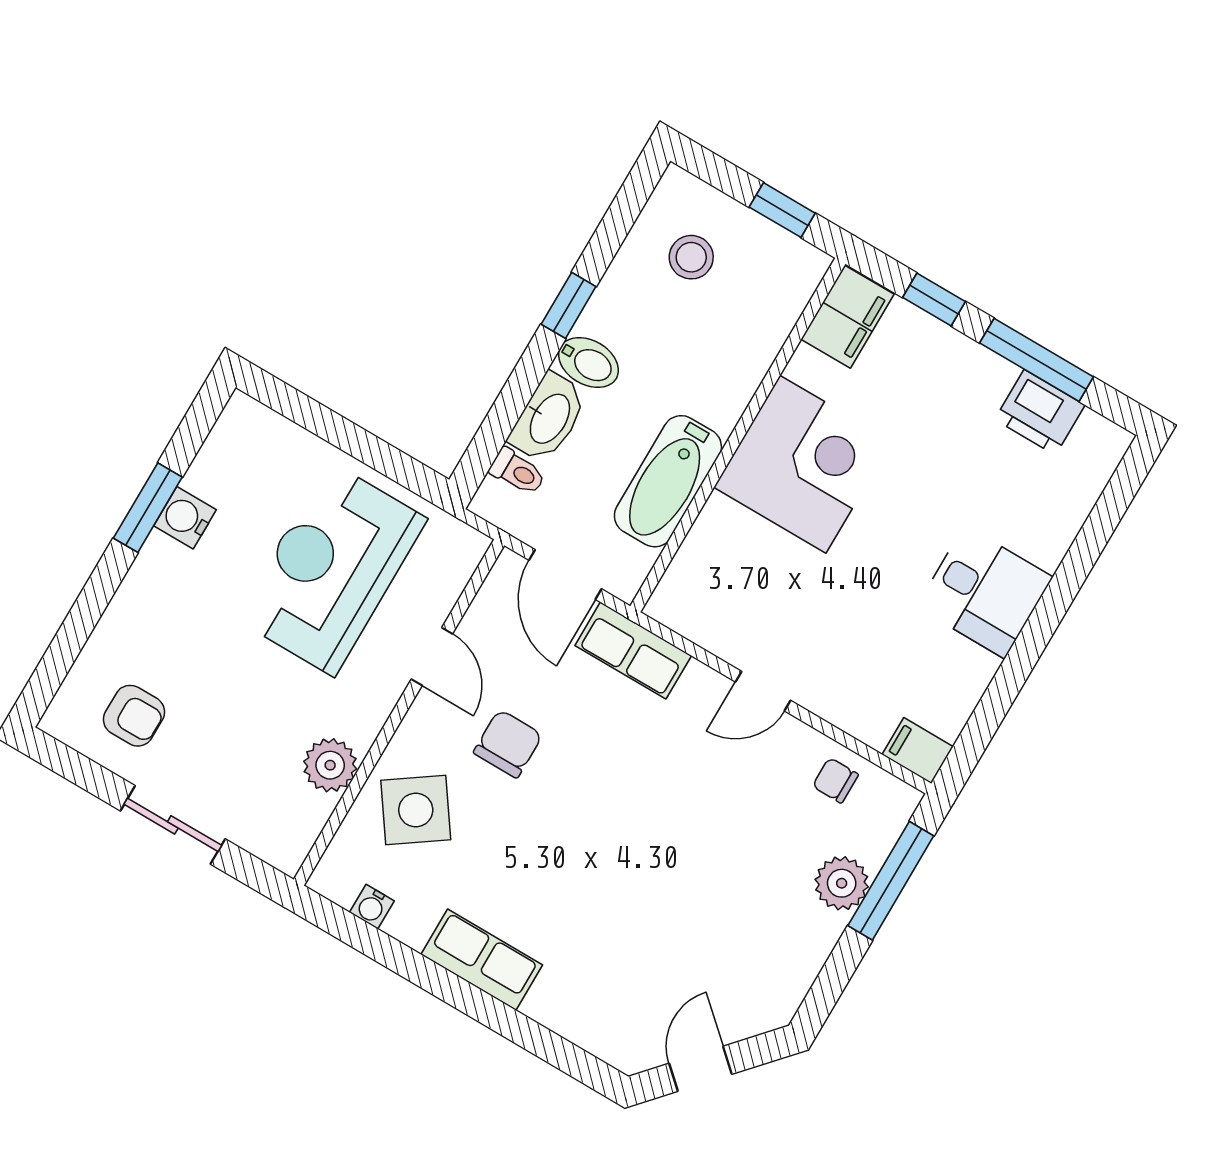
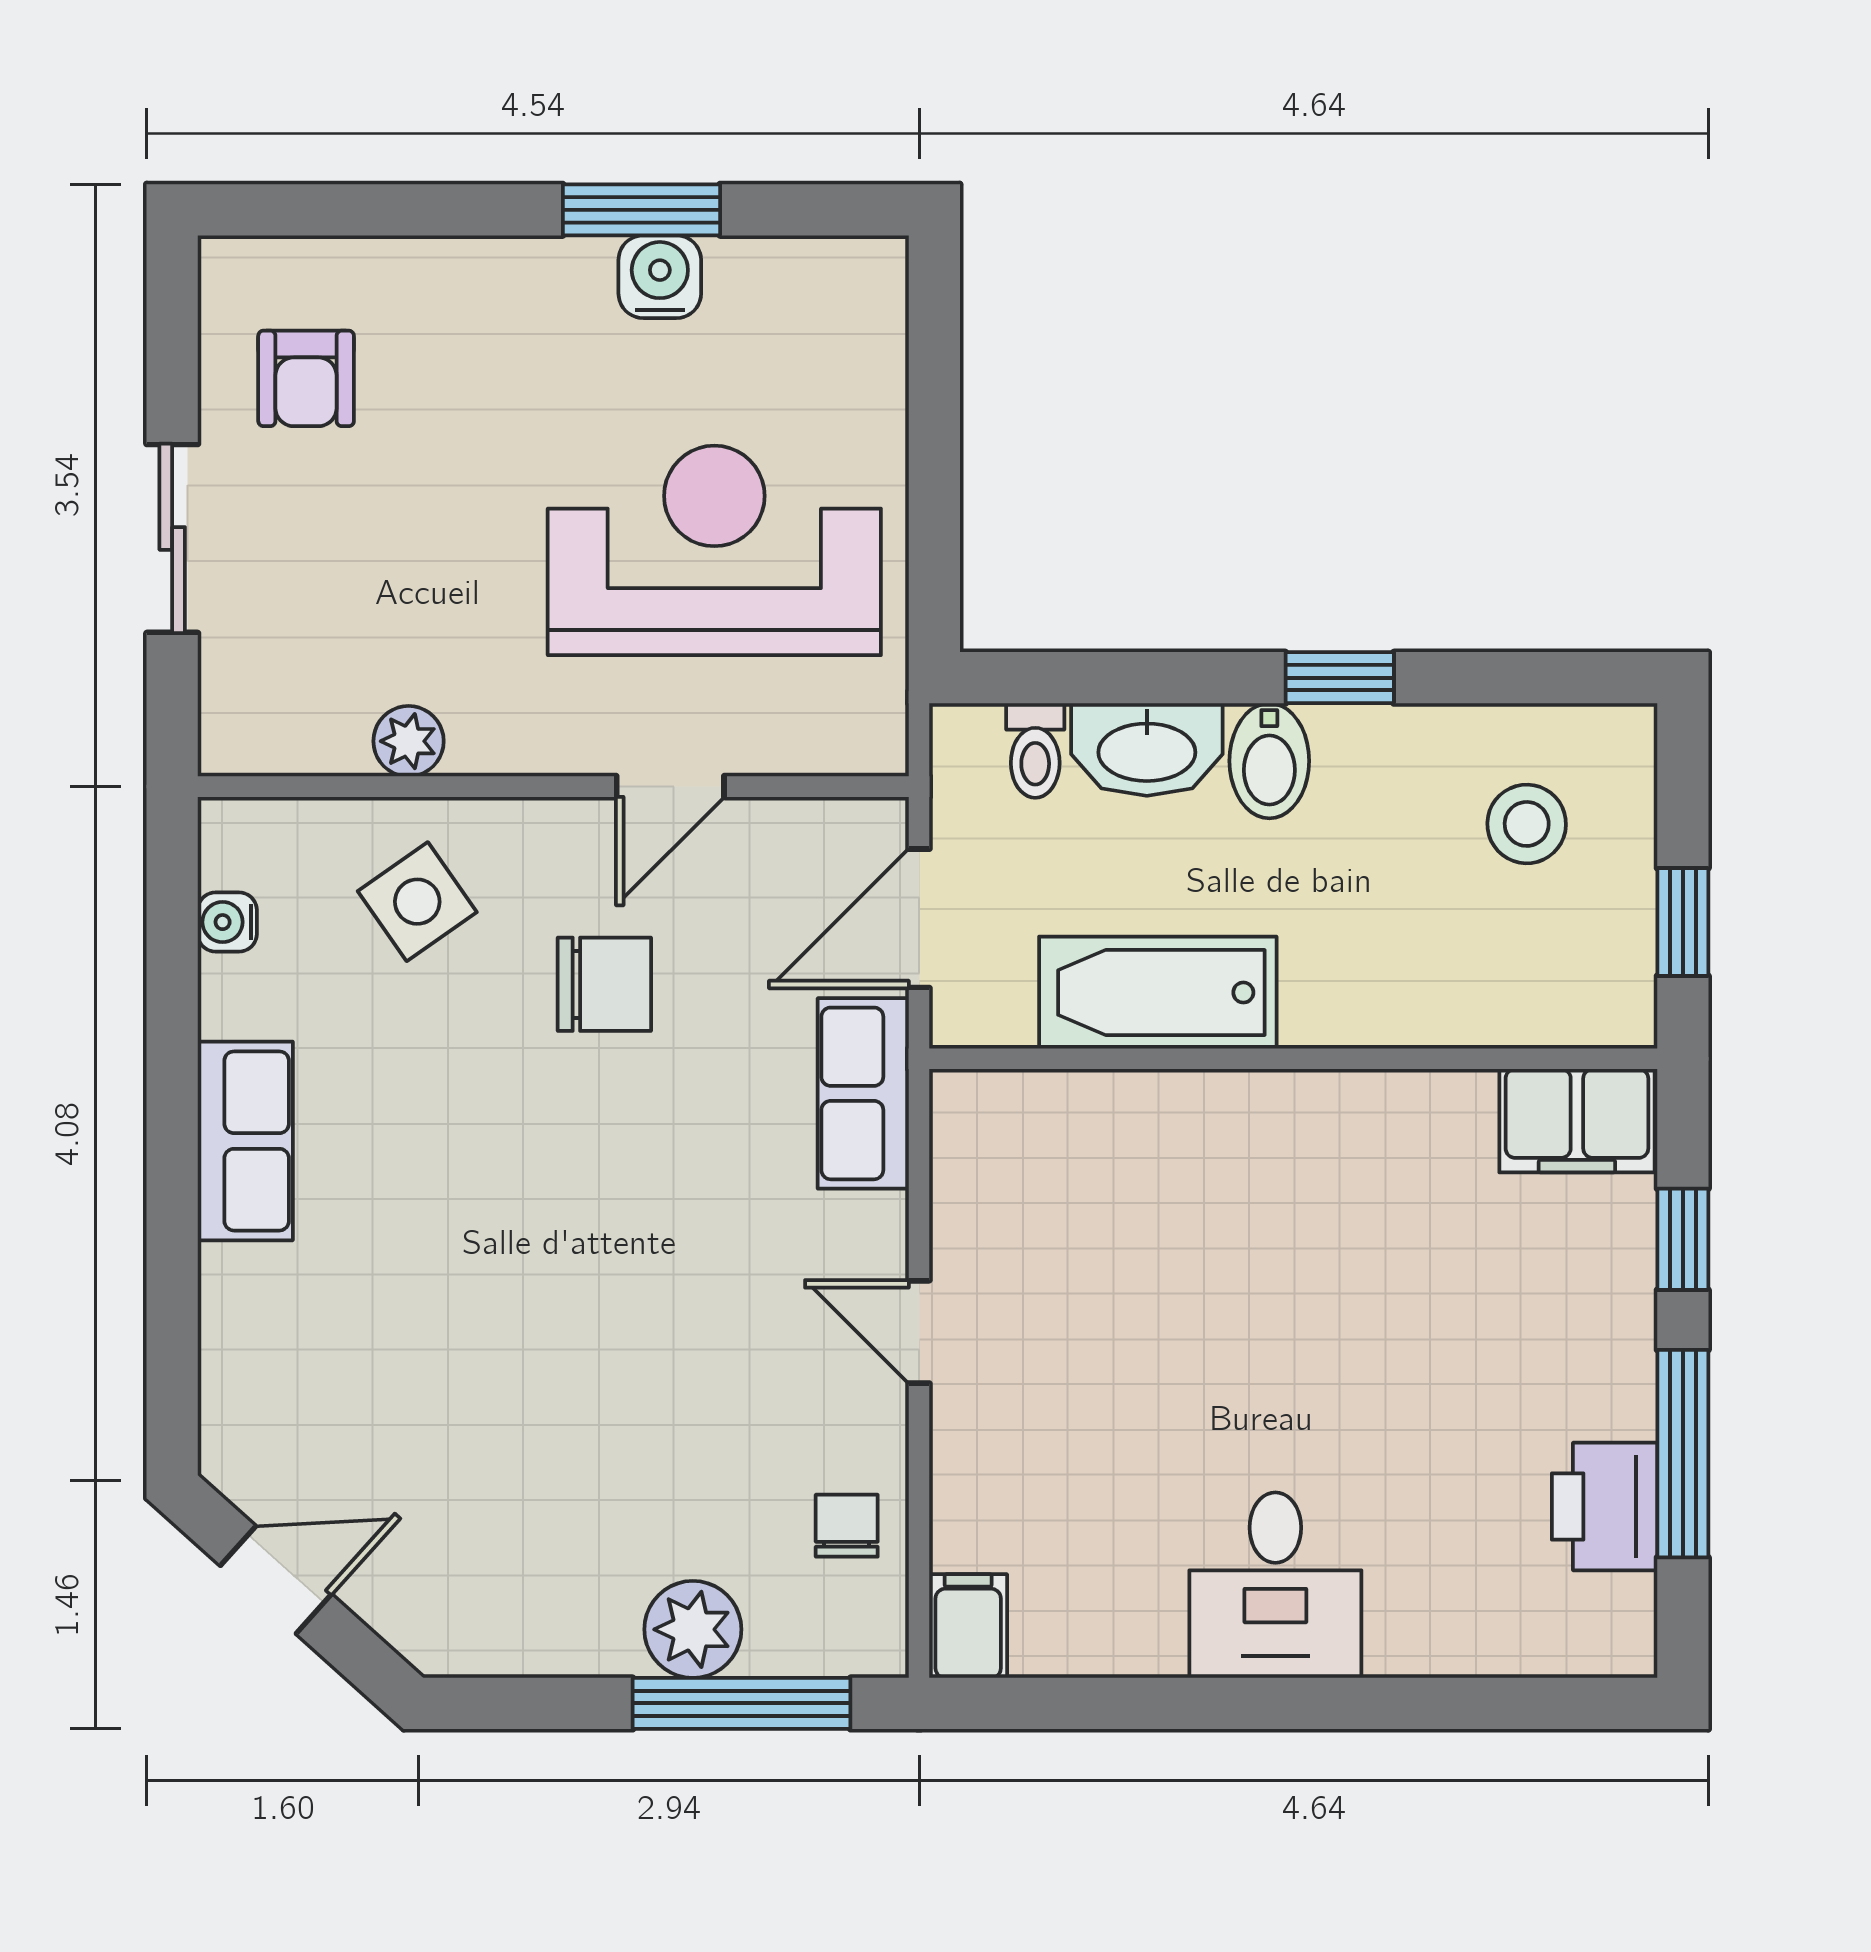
corner desk: (803, 464) -> (1307, 1186), removed
plant: (330, 765) -> (409, 741), width x0.73, depth x0.73
side table: (416, 810) -> (417, 902), width x0.73, depth x0.73

